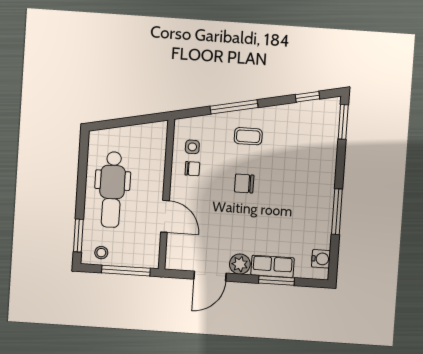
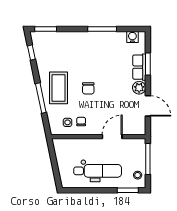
coffee table: (248, 136) -> (59, 88), width x1.86, depth x1.72

